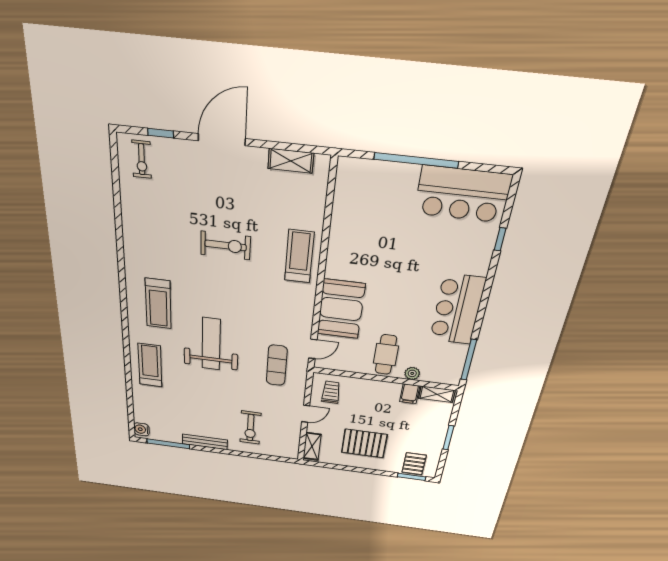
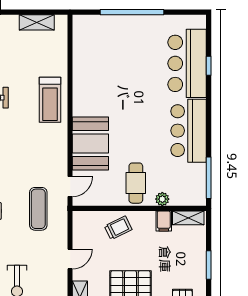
bar counter: (462, 194) -> (187, 63), moved, turned 90
treadmill: (299, 256) -> (50, 100), turned 180
trolley: (331, 392) -> (118, 228), moved, turned 64

